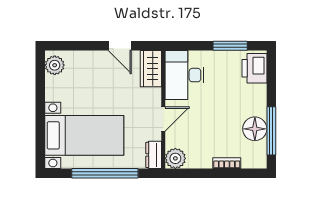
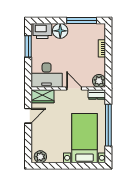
floor lamp: (255, 129) -> (60, 31), moved

